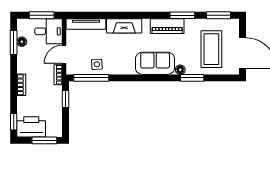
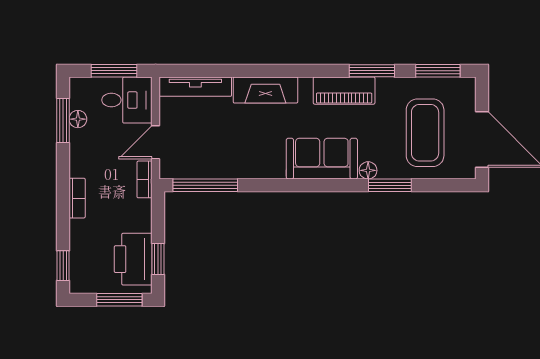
side table: (97, 64) -> (215, 160), removed
window: (66, 99) -> (158, 259), moved
printer: (31, 127) -> (133, 259), moved, turned -90

